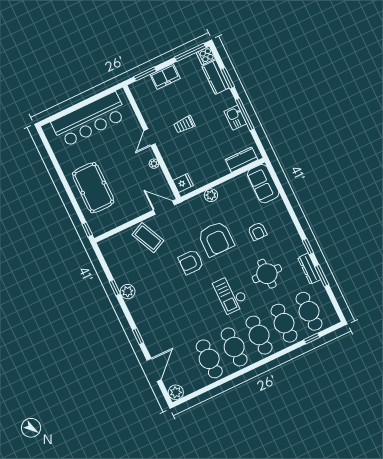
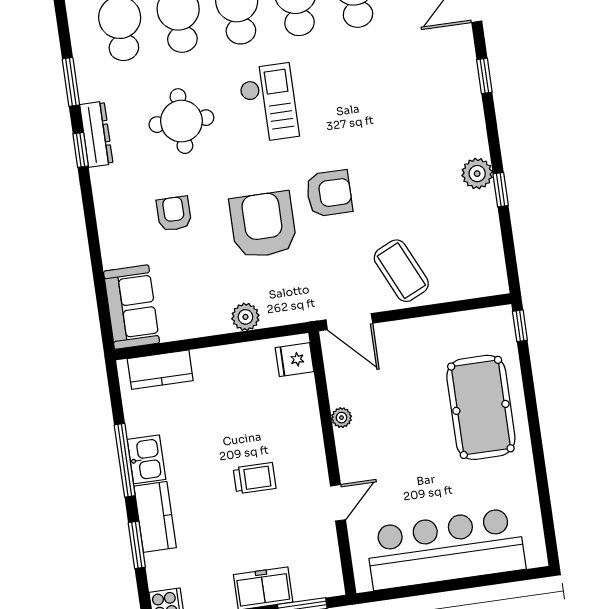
kitchen counter: (216, 77) -> (155, 517), moved
door: (149, 137) -> (338, 503), moved
dresser: (309, 269) -> (96, 134), moved

